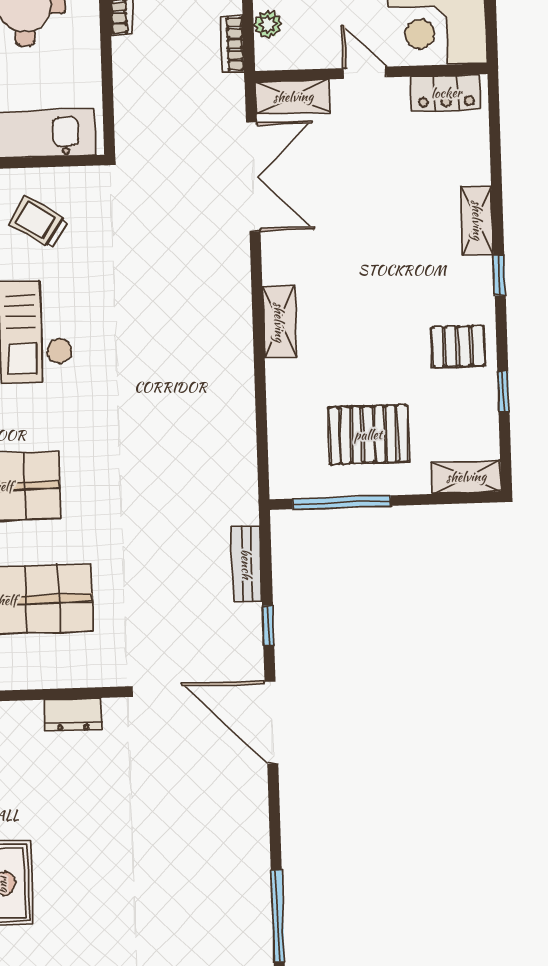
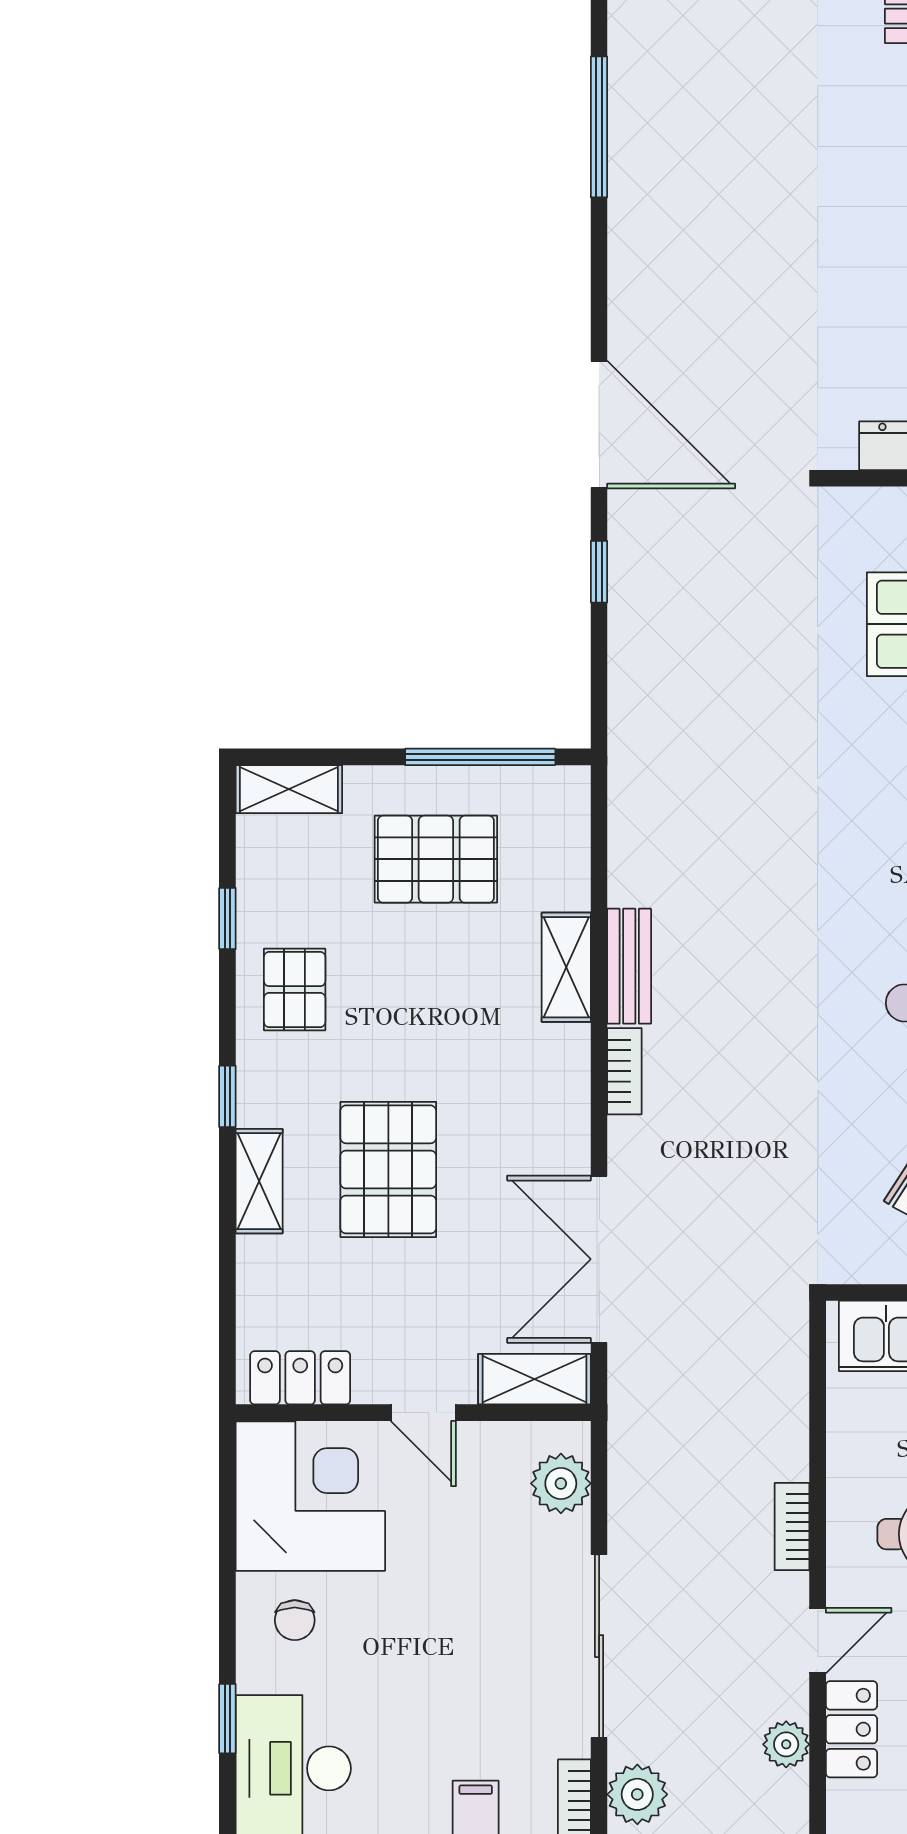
plant: (268, 24) -> (561, 1483), width x1.38, depth x1.38
bookcase: (232, 44) -> (624, 1071), moved
pallet: (393, 231) -> (388, 1169), added
shelving: (279, 322) -> (566, 967), moved
pallet: (458, 346) -> (295, 990), turned 90
bench: (246, 564) -> (629, 966), moved

